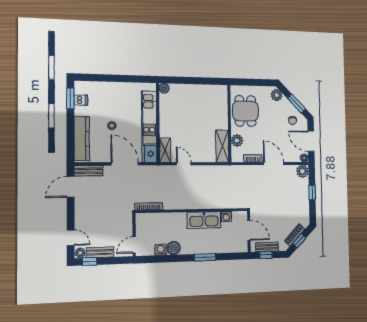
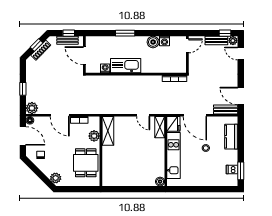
window: (297, 104) -> (36, 171), removed
kitchen counter: (82, 139) -> (231, 137), width x0.67
door: (71, 187) -> (241, 96), swing flipped

